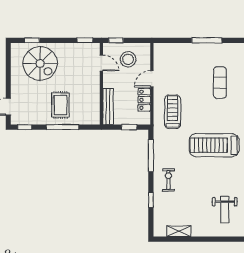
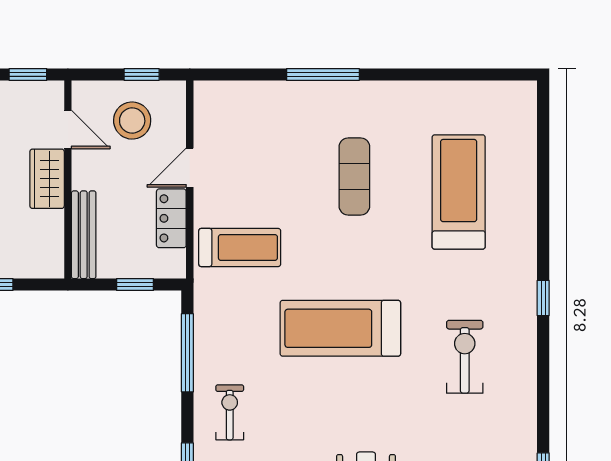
window: (116, 40) -> (142, 75), moved
wardrobe: (93, 83) -> (47, 179), added
treadmill: (173, 112) -> (240, 247), turned 90

